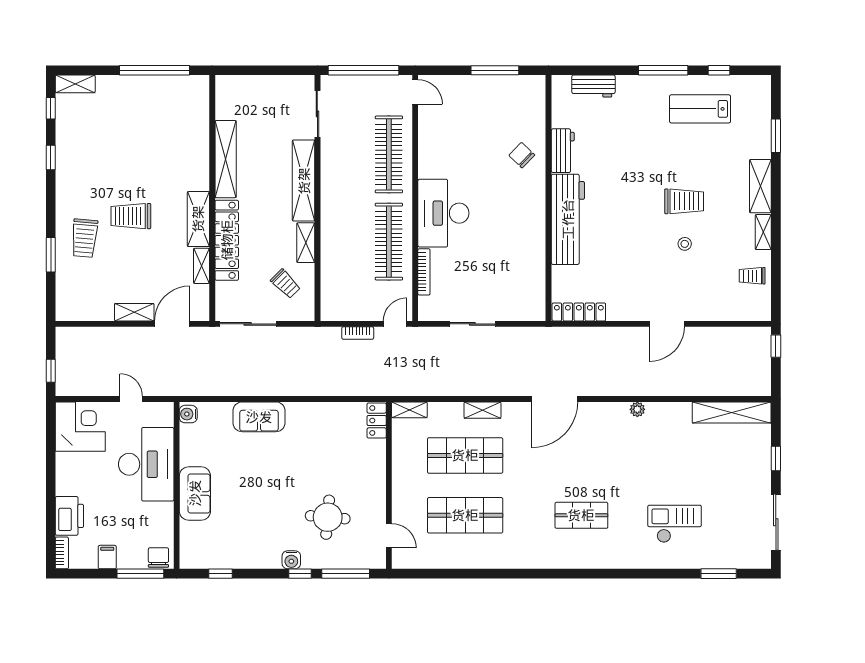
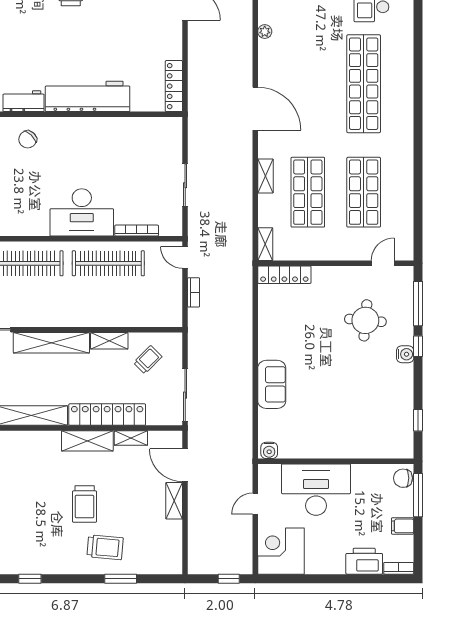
locker: (377, 420) -> (284, 275), width x1.53
sofa: (195, 493) -> (343, 444), removed
shop shelf: (581, 515) -> (364, 84), width x2.00, depth x1.36

